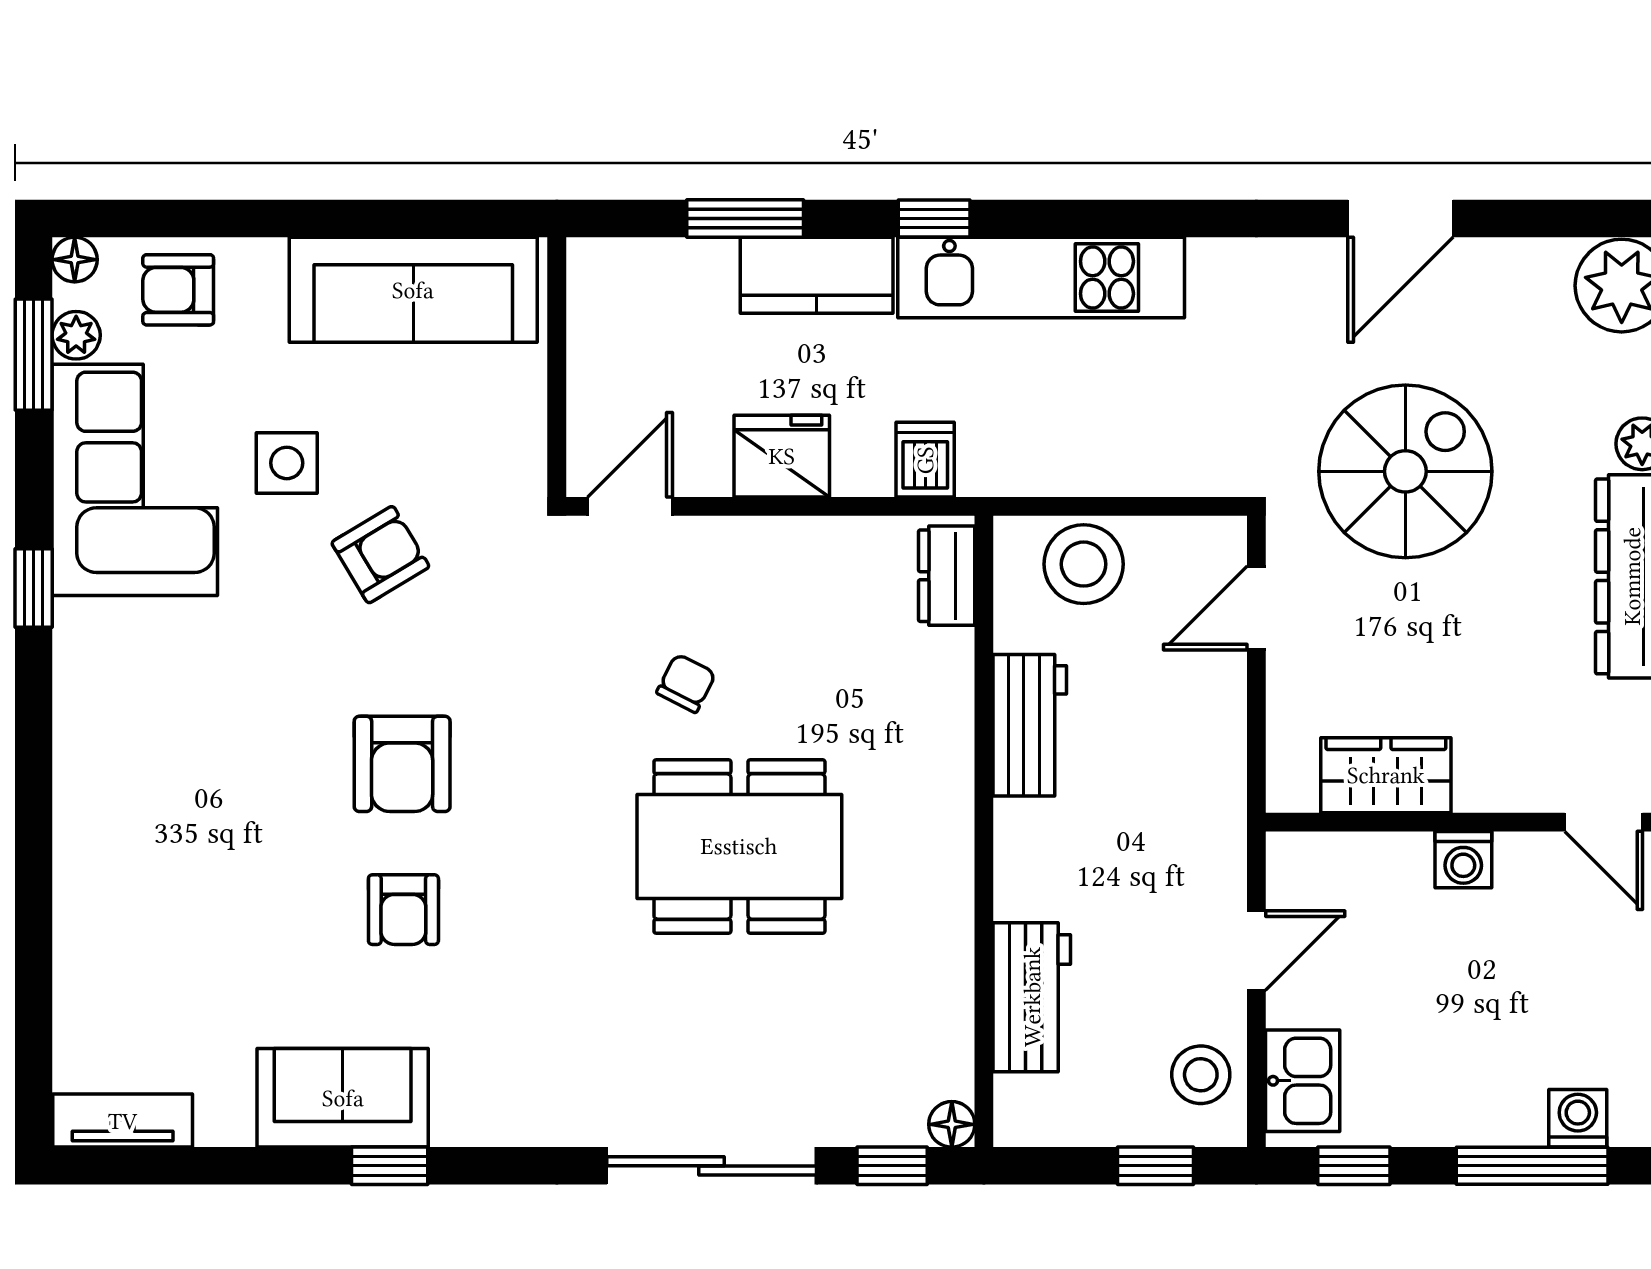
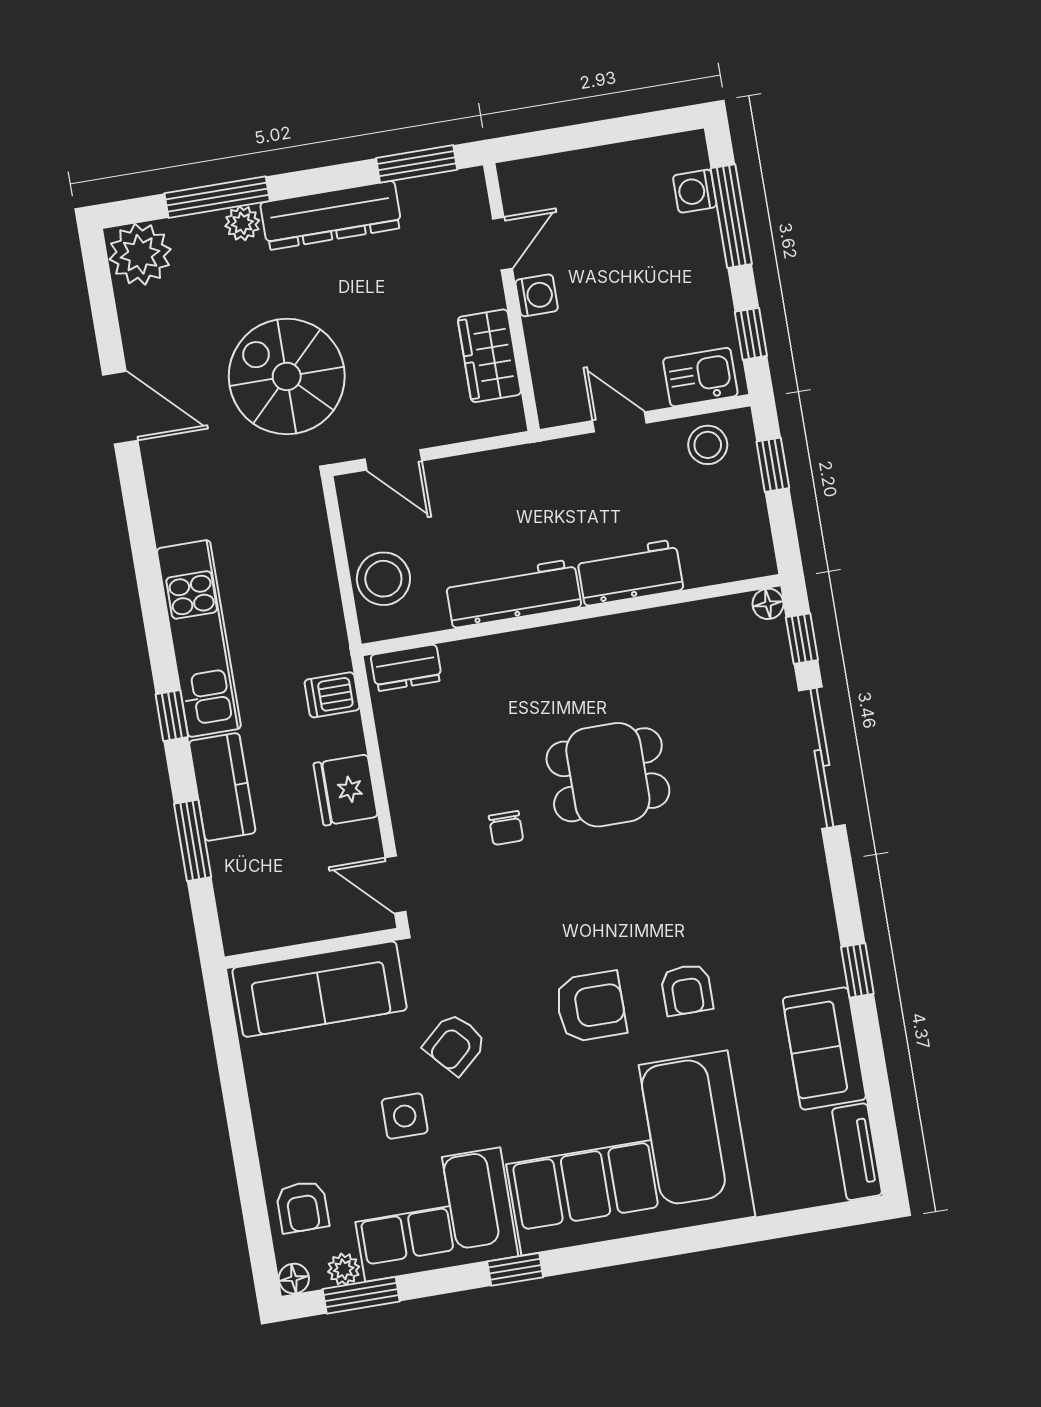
sofa: (413, 290) -> (320, 989), moved, turned 90
armchair: (380, 555) -> (455, 1044), turned -101
chair: (686, 683) -> (506, 828), turned -117
workbench: (1030, 725) -> (513, 593), width x1.38
corner sofa: (178, 778) -> (624, 1153), added
door: (1604, 822) -> (503, 244), moved
dining table: (739, 846) -> (608, 775), width x0.73
armchair: (403, 910) -> (687, 990), turned 90
workbench: (1032, 997) -> (630, 573), moved
sofa: (343, 1098) -> (824, 1048), moved

